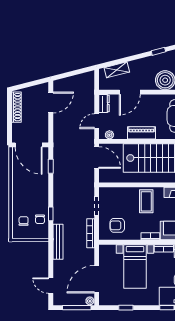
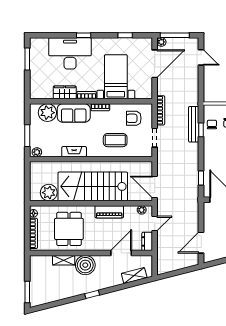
coffee table: (146, 201) -> (115, 140), moved, turned 90
armchair: (117, 225) -> (134, 118), turned 180
bench: (58, 242) -> (194, 124), moved

